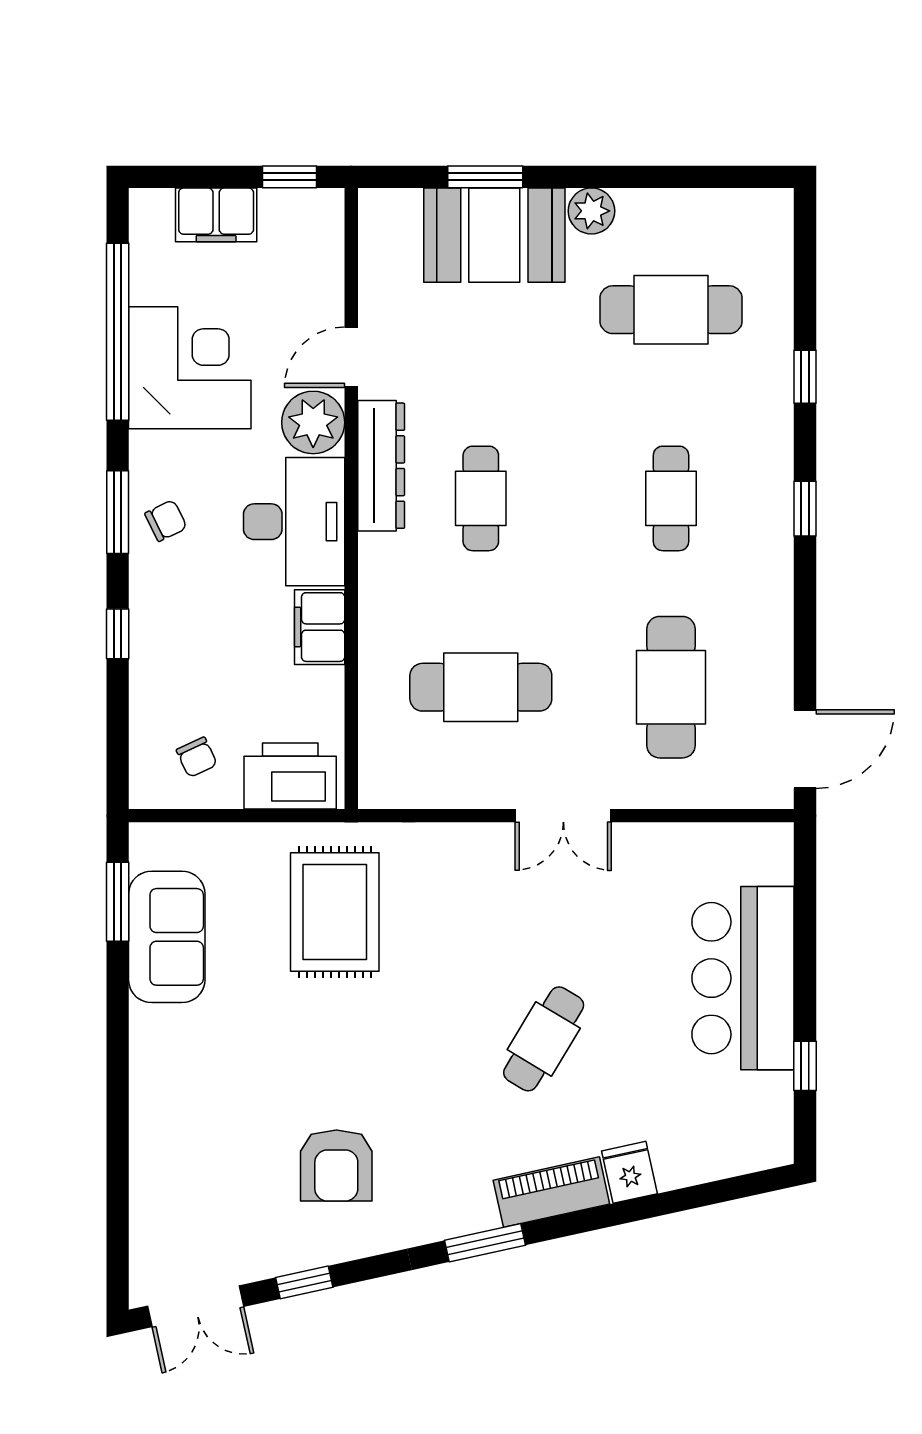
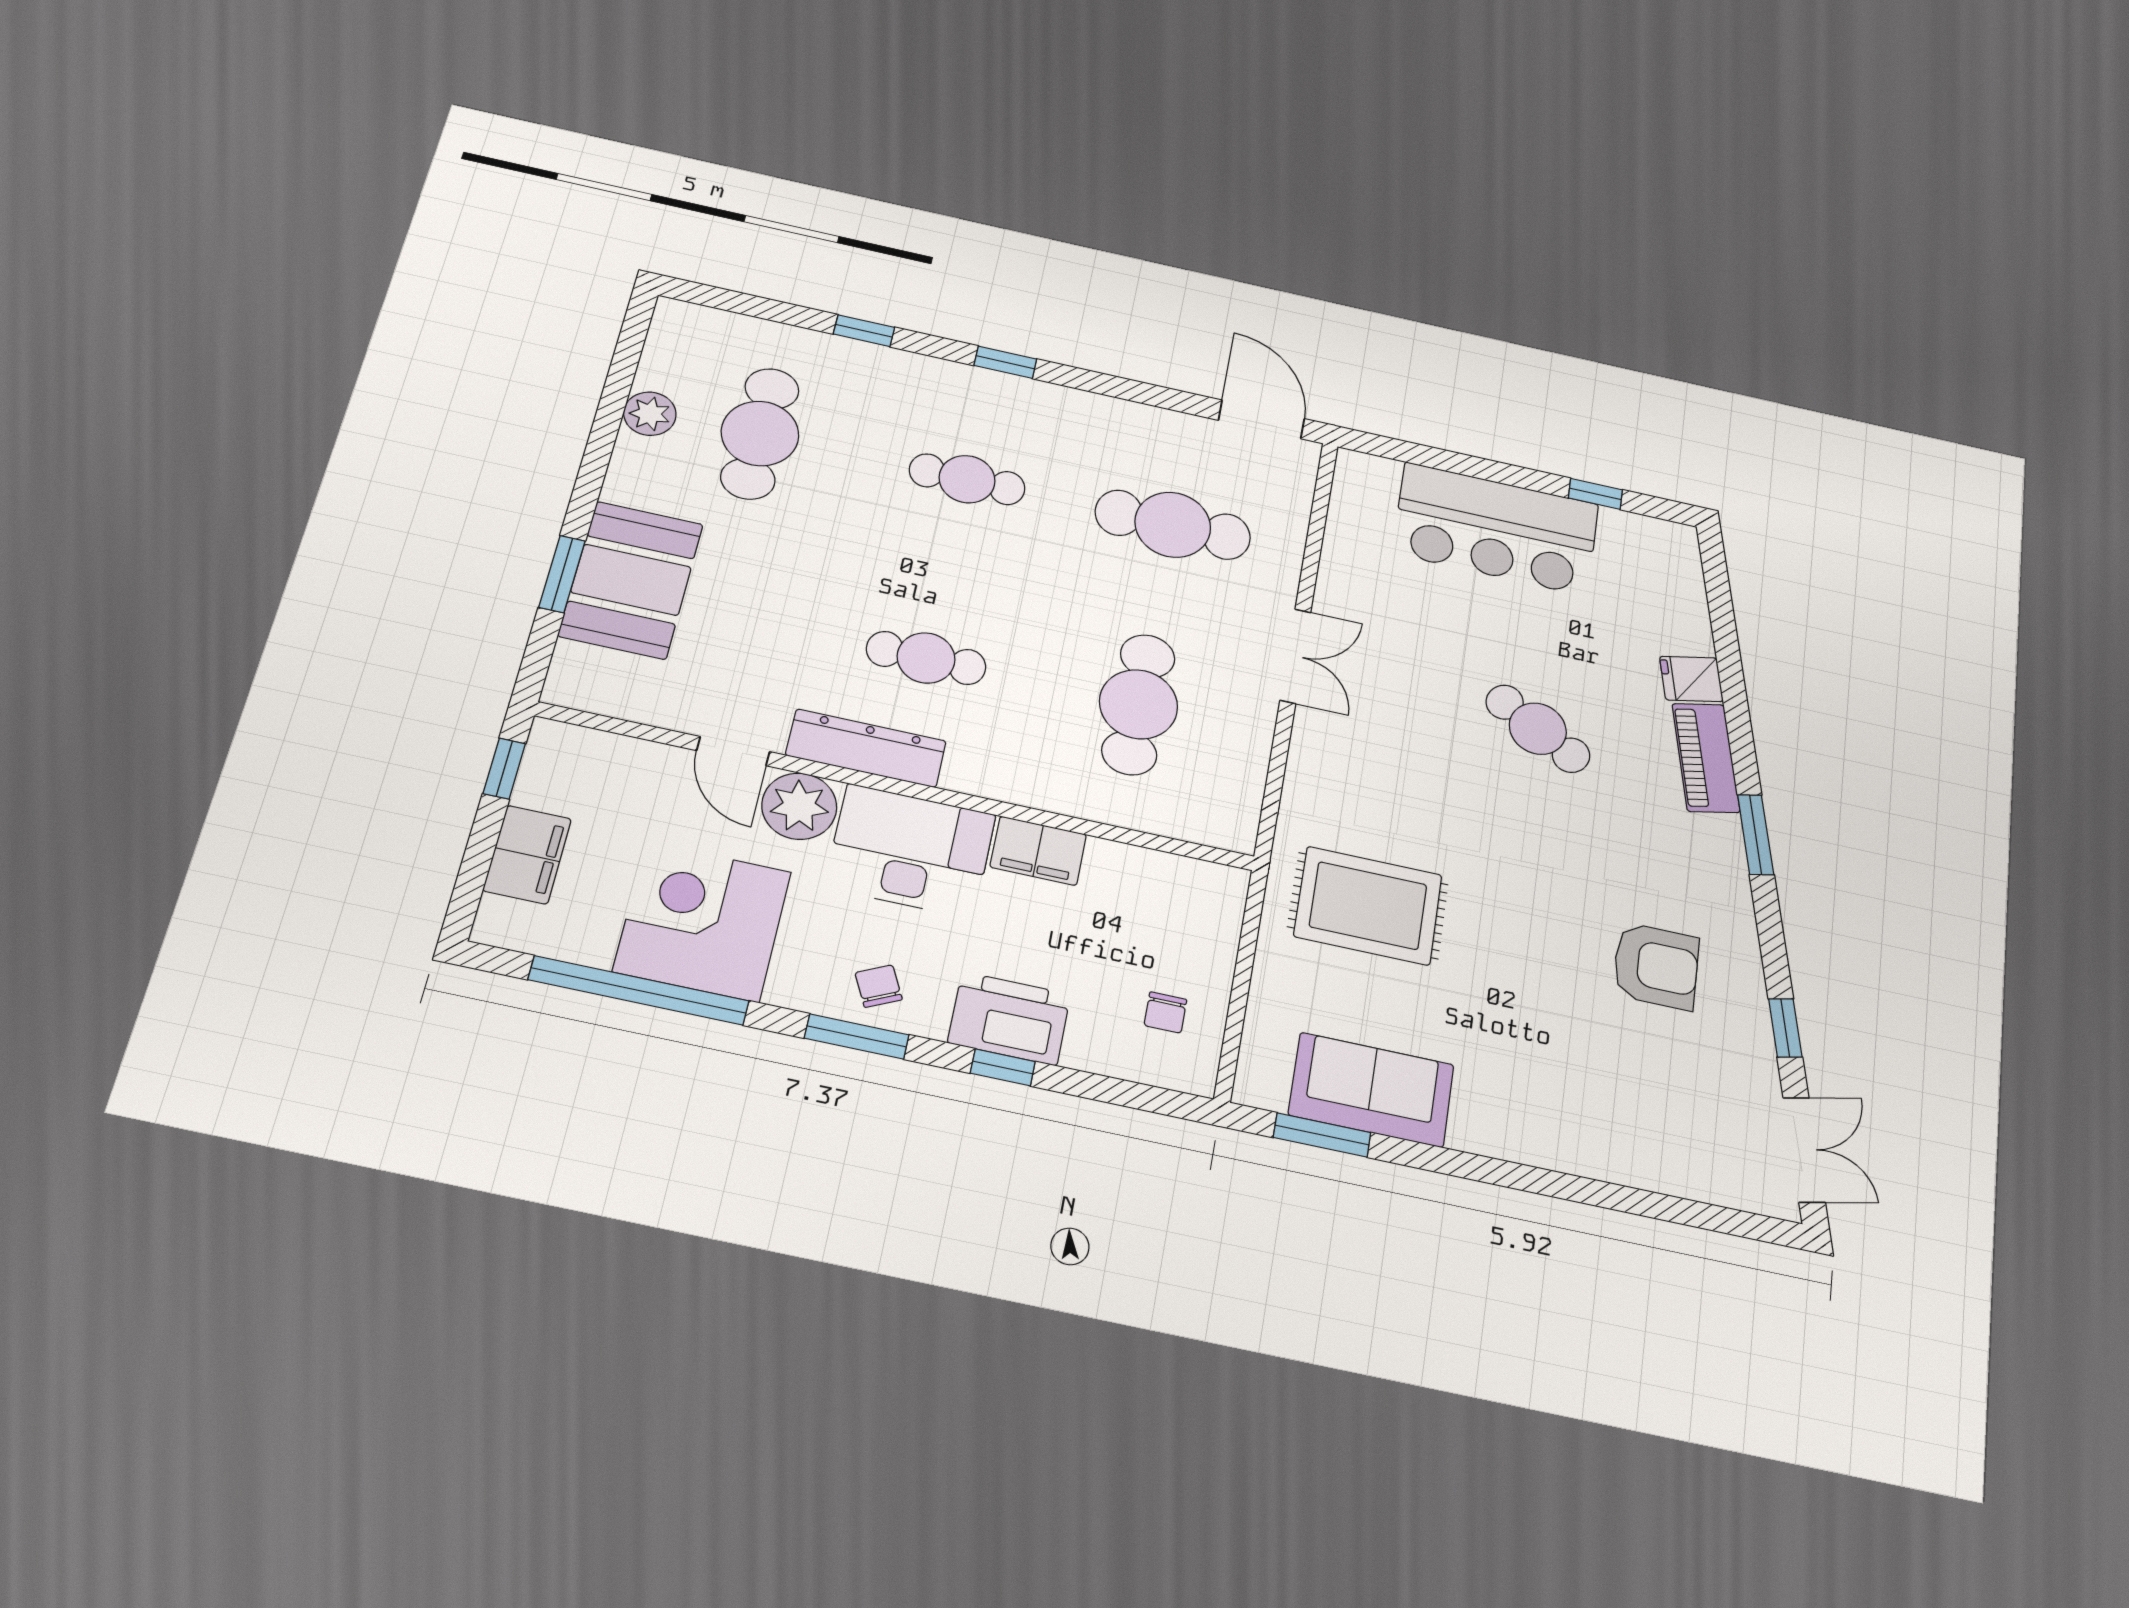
plant: (591, 211) -> (650, 414), moved
chair: (197, 757) -> (1165, 1012), turned 115
printer: (290, 776) -> (1009, 1018), moved, turned 90

